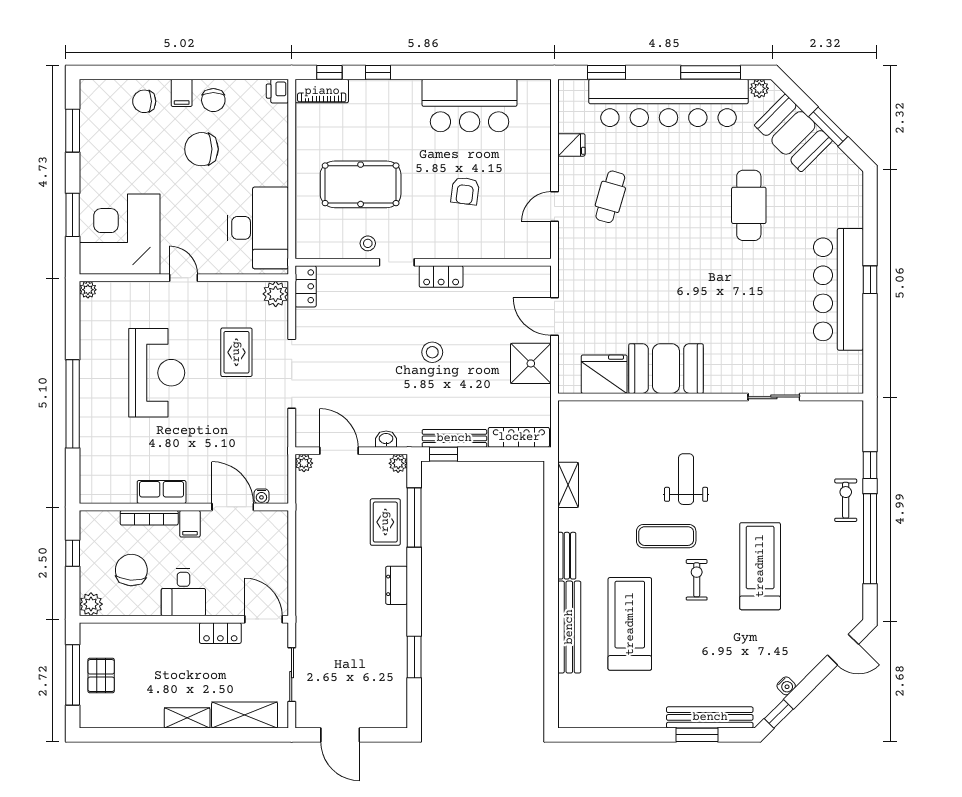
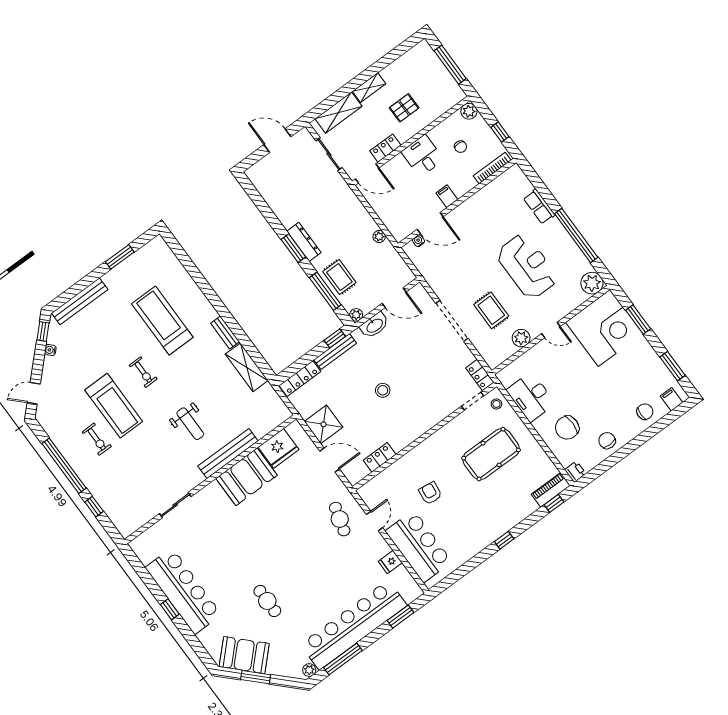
window: (378, 72) -> (504, 540), moved
filing cabinet: (182, 93) -> (672, 399), moved
bar counter: (470, 105) -> (419, 546), moved, turned 90
booth: (793, 133) -> (244, 655), moved
chair: (201, 149) -> (567, 428), moved, turned 180
cafe table: (610, 197) -> (340, 519), moved
cafe table: (749, 205) -> (267, 601), width x0.73, depth x0.74
desk: (258, 228) -> (531, 397), width x0.73, depth x0.77
stool: (368, 243) -> (496, 404), moved
doorway: (397, 262) -> (473, 401), moved
locker: (441, 276) -> (380, 457), moved
plant: (88, 290) -> (592, 283), width x1.87, depth x1.87
plant: (276, 294) -> (521, 338), moved
reception desk: (157, 373) -> (527, 266), turned 180
window: (73, 404) -> (576, 236), moved
washbasin: (386, 439) -> (374, 325), width x1.91, depth x1.45
plant: (304, 463) -> (379, 237), moved
shelving: (568, 485) -> (247, 367), width x1.50, depth x1.33
row of seats: (162, 492) -> (539, 207), moved, turned 90
exercise bike: (846, 500) -> (97, 439), moved
bookcase: (149, 518) -> (492, 168), moved
exercise mat: (666, 536) -> (178, 384), removed
chair: (131, 570) -> (460, 147), width x0.54, depth x0.54
dresser: (397, 585) -> (304, 242), width x1.44
treadmill: (630, 624) -> (162, 320), turned 180
bench: (569, 627) -> (228, 454), moved, turned 90
window: (414, 657) -> (293, 248), moved
pallet: (101, 676) -> (404, 108), moved, turned 90
window: (697, 735) -> (120, 257), moved

